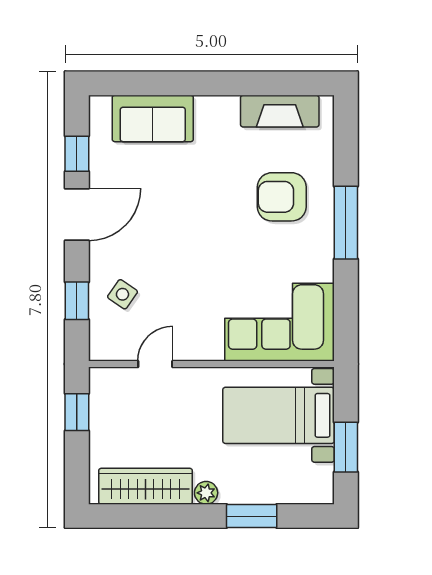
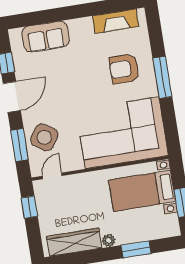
side table: (122, 294) -> (44, 137), width x1.87, depth x1.87
window: (77, 301) -> (20, 145), width x1.50
corner sofa: (280, 322) -> (122, 133), width x1.36, depth x1.36
door: (155, 364) -> (52, 176), moved

